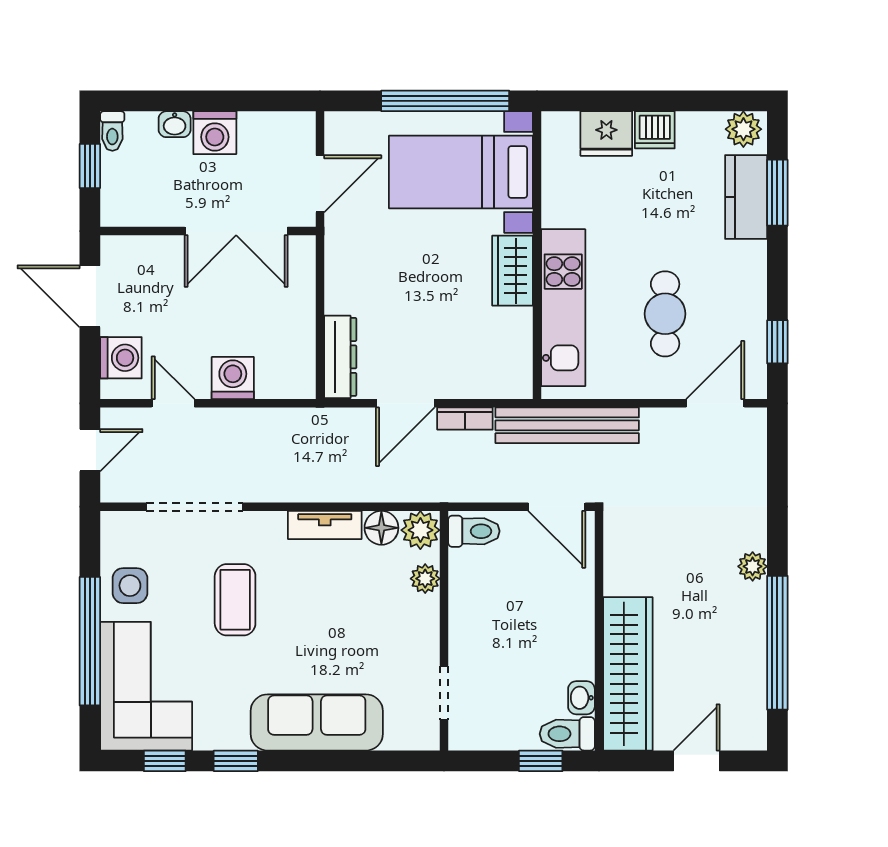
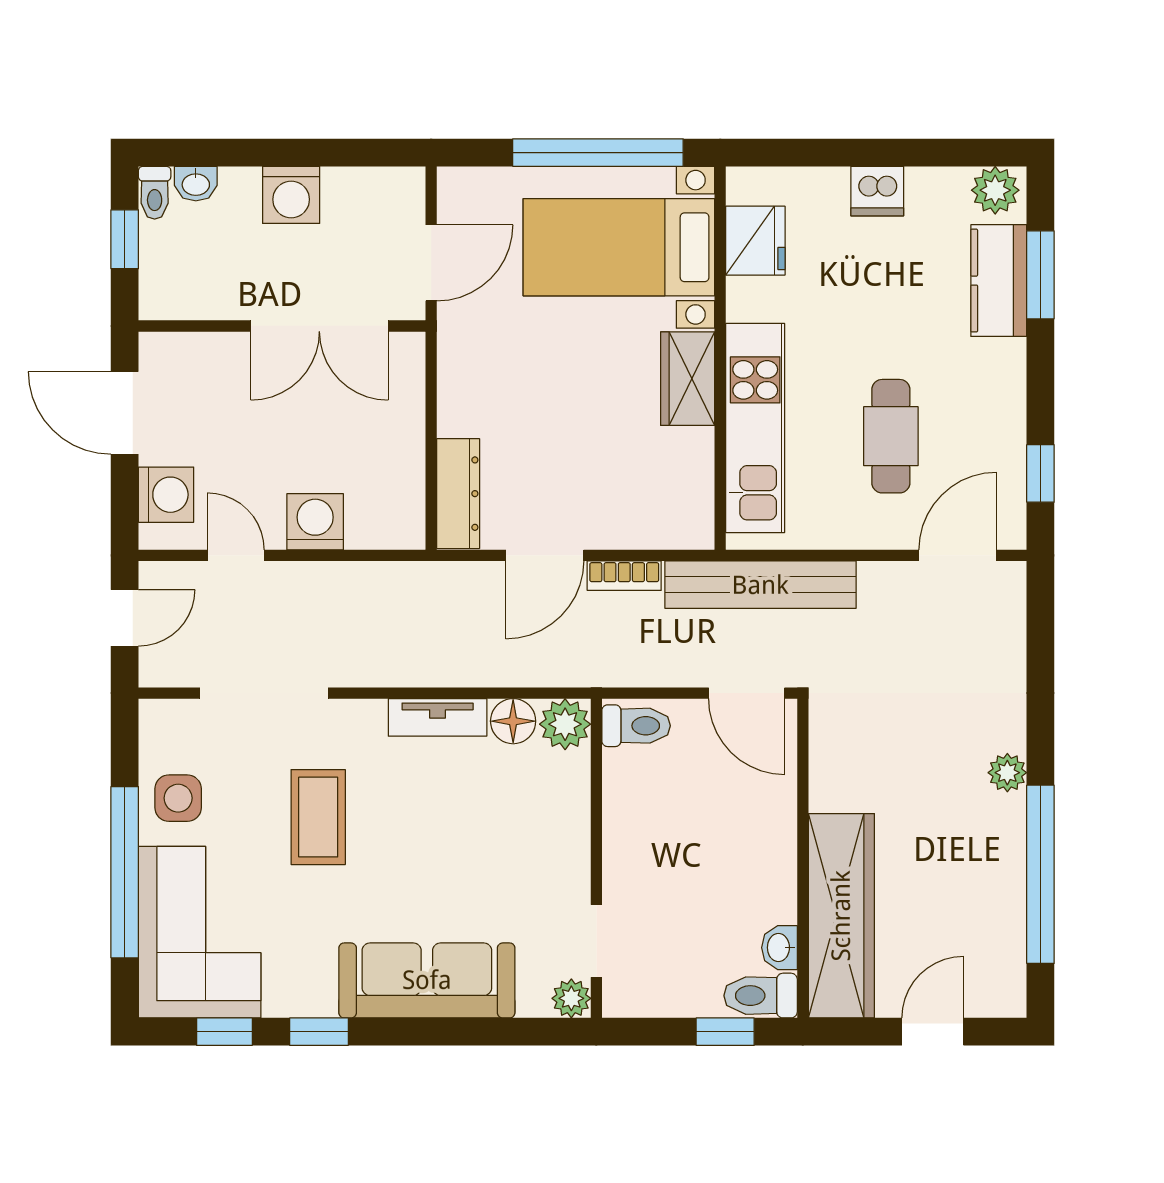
washbasin: (175, 124) -> (196, 184), moved
fridge: (606, 134) -> (755, 241), moved, turned -90
plant: (425, 579) -> (571, 998), moved

